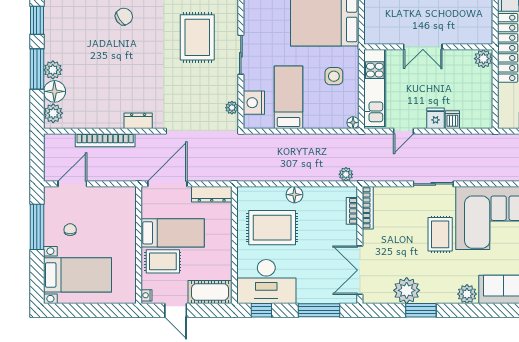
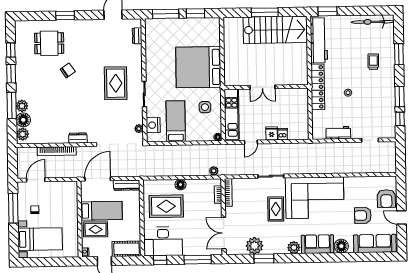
plant: (483, 59) -> (302, 94), removed

